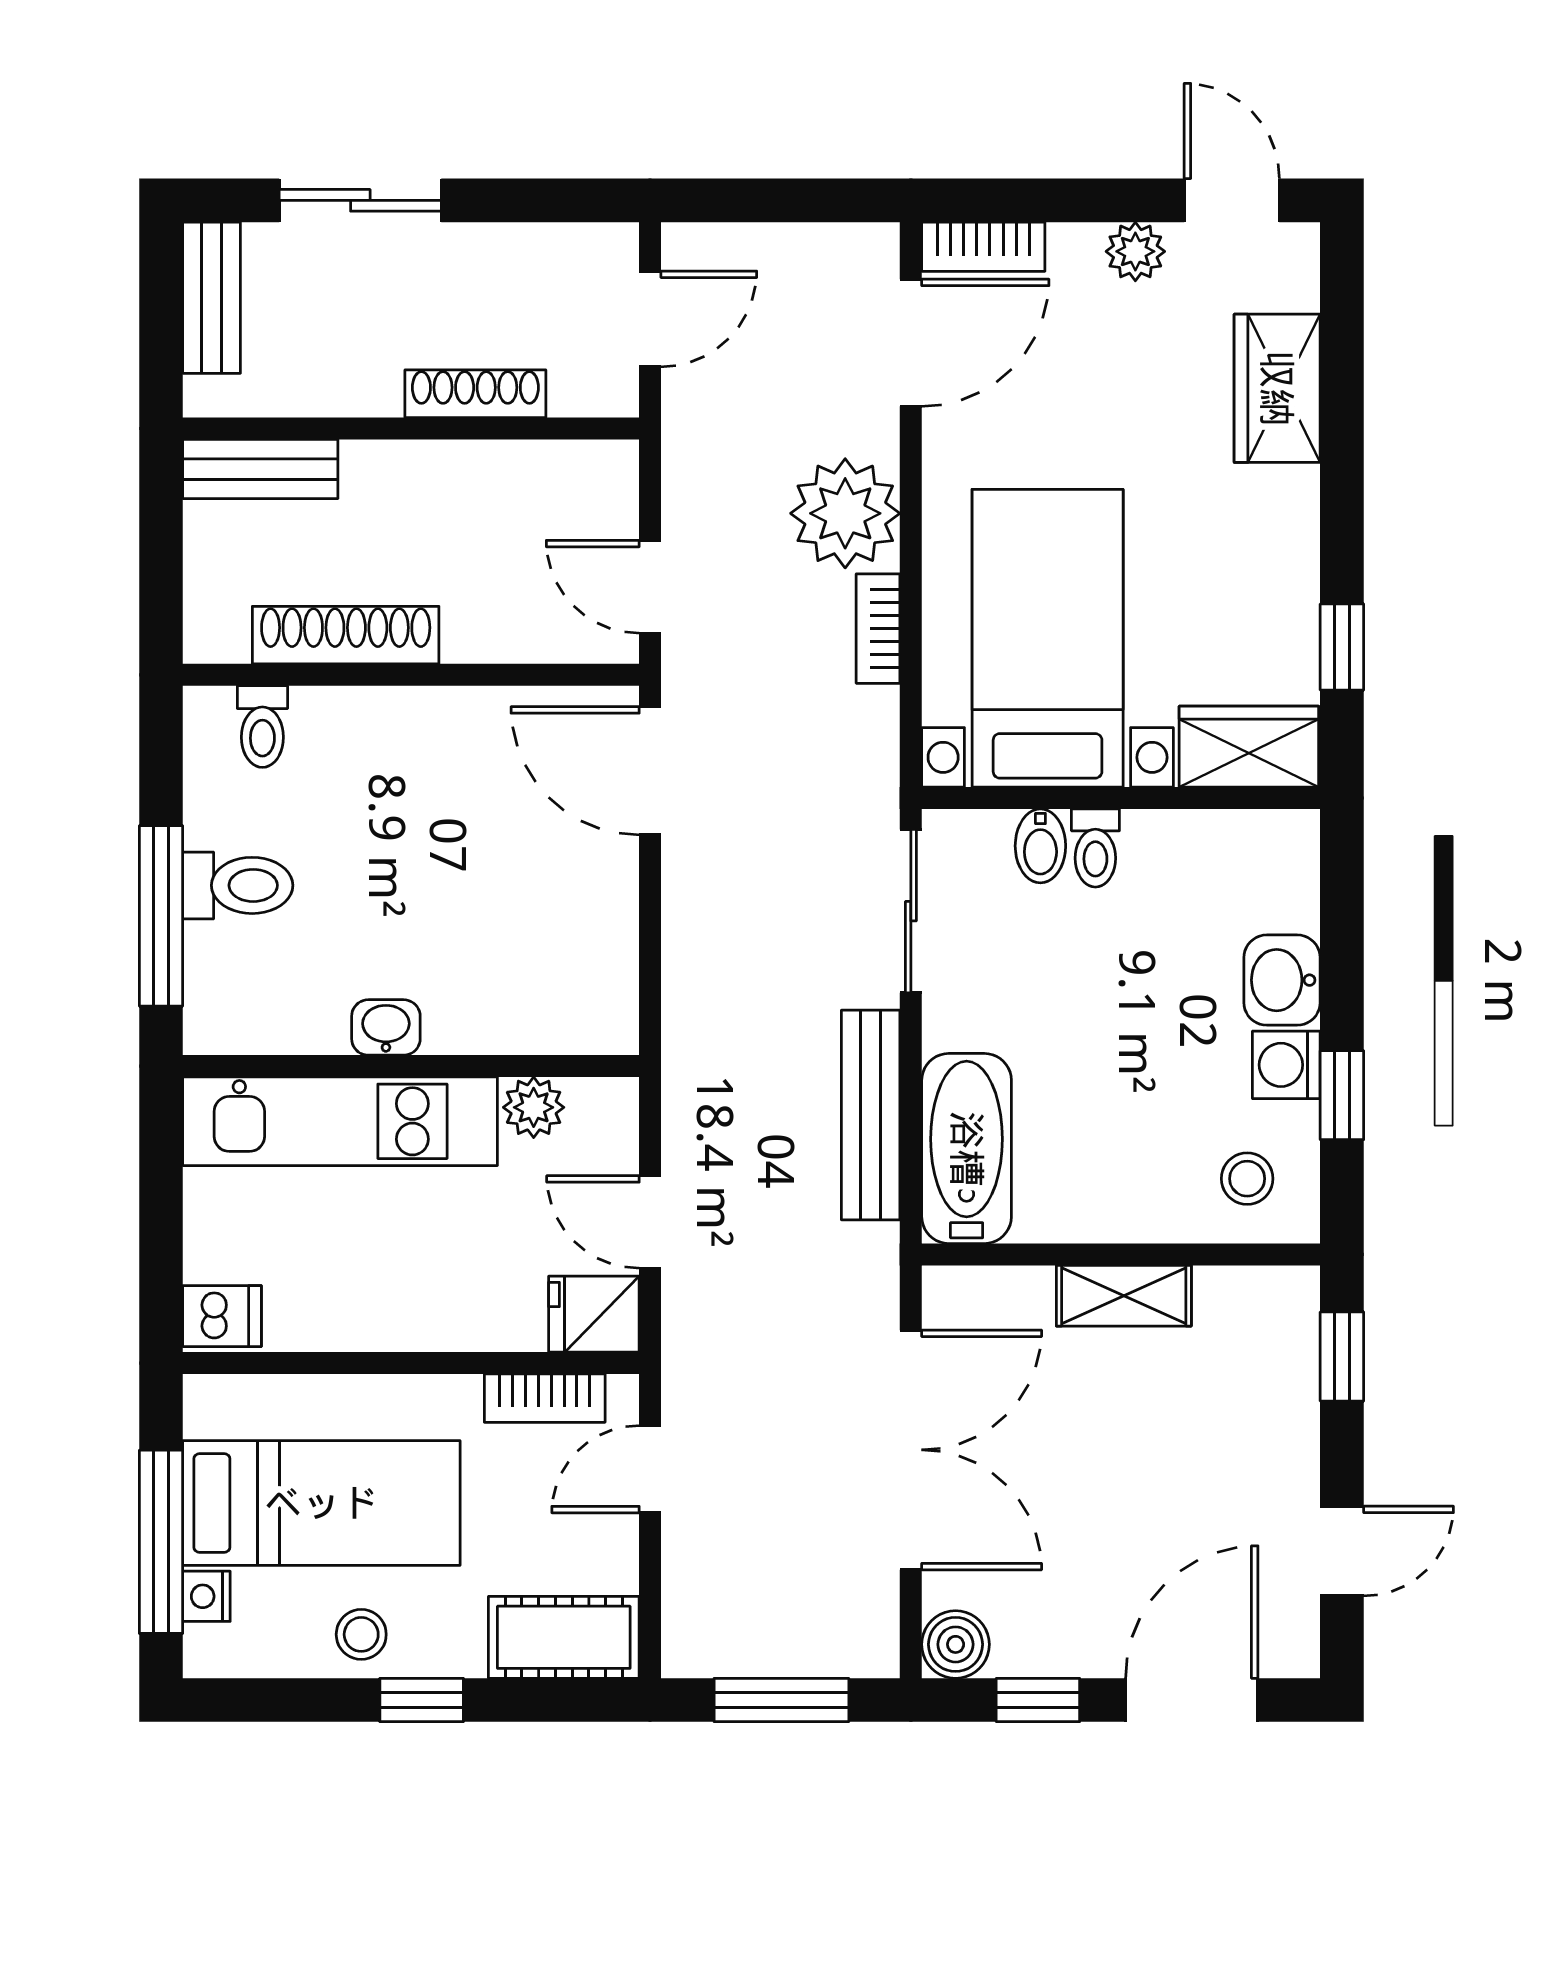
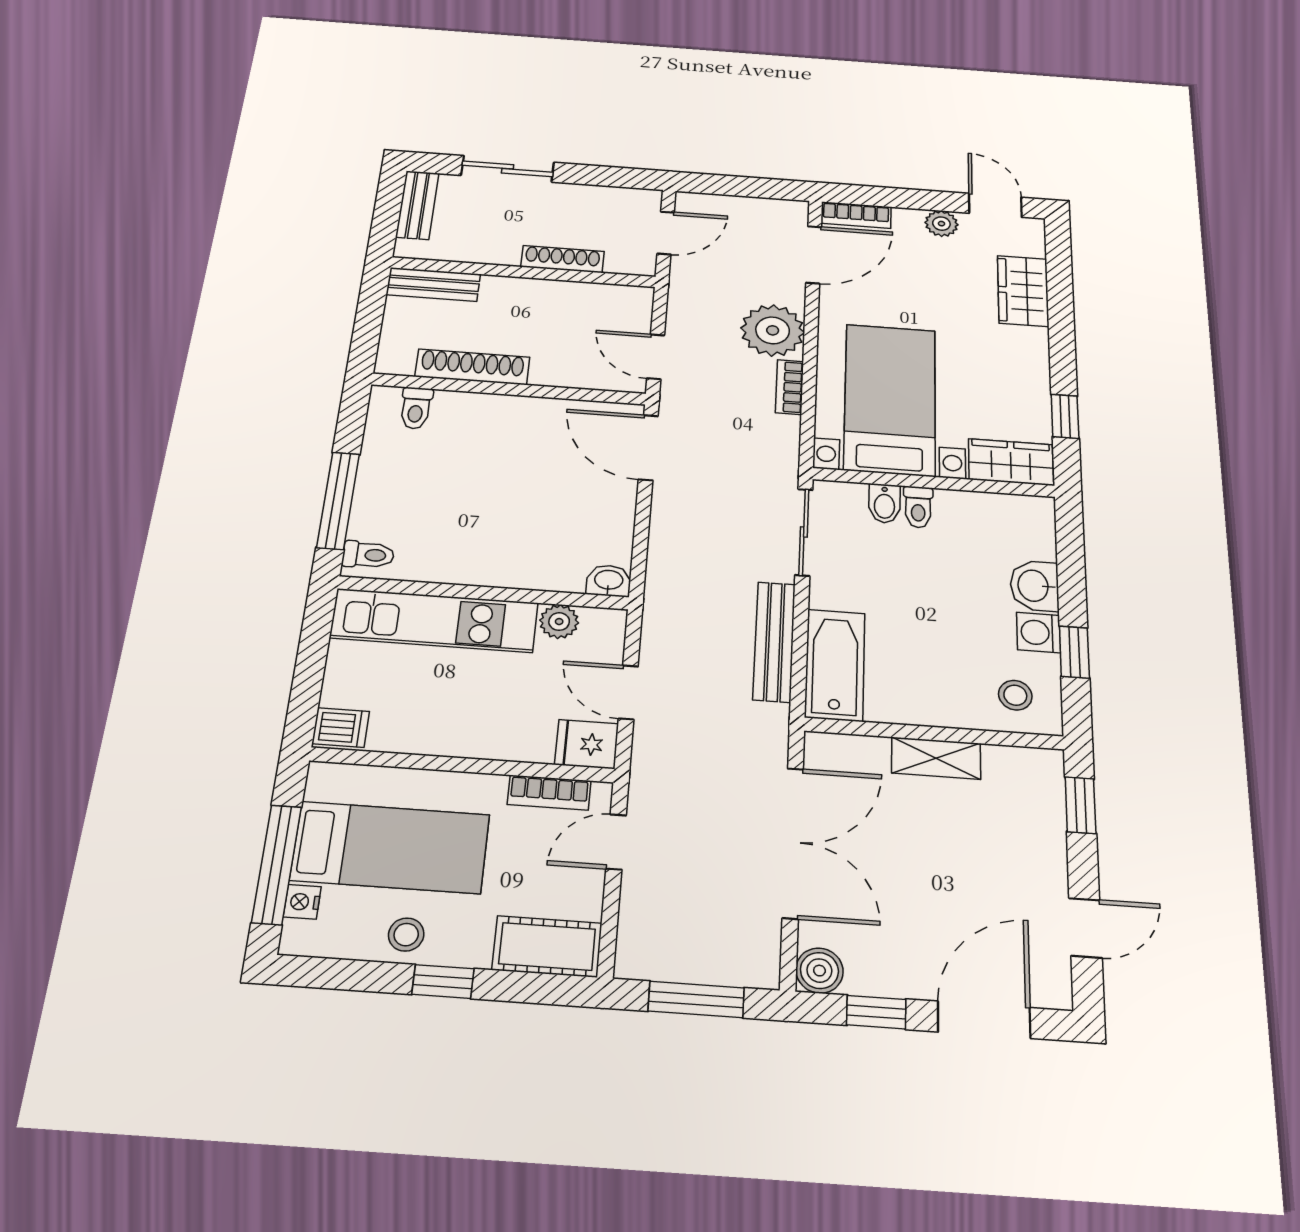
toilet: (238, 885) -> (368, 555), moved, width x0.73, depth x0.72
washbasin: (386, 1027) -> (609, 581), moved

